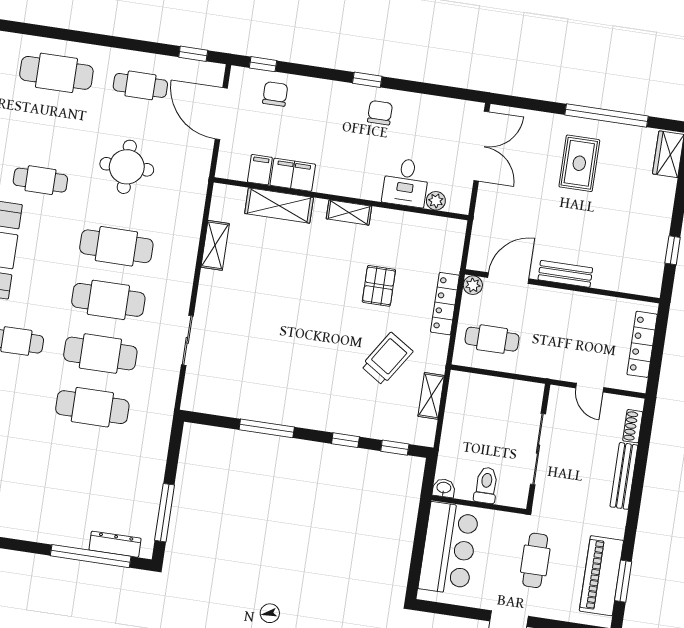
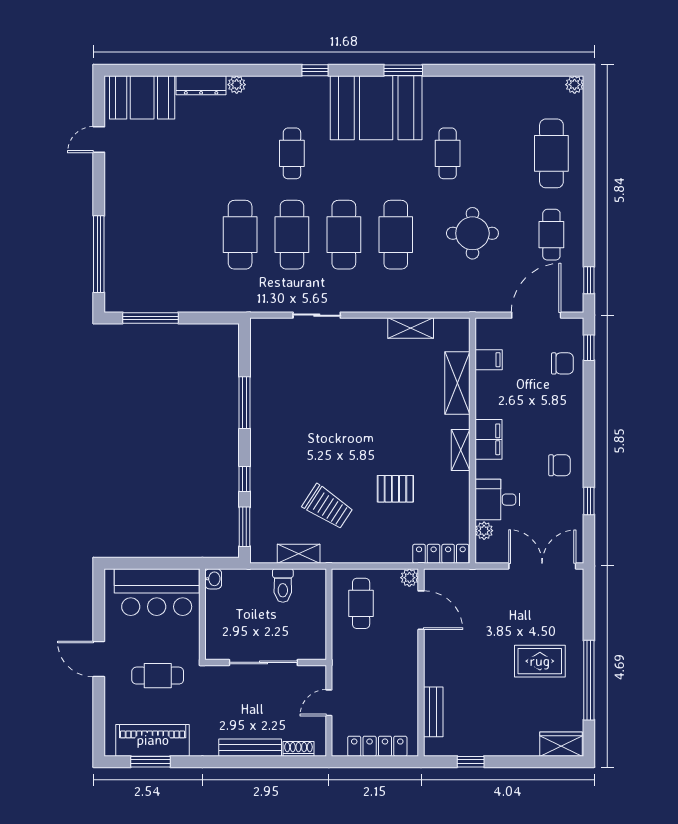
window: (367, 80) -> (589, 501), moved
double door: (481, 146) -> (542, 566), swing flipped
filing cabinet: (293, 175) -> (488, 439), moved
bench: (565, 274) -> (433, 712), moved
locker: (445, 304) -> (441, 554), moved
window: (395, 448) -> (245, 527), width x1.50
toilet: (486, 485) -> (283, 585), moved, turned 90
dresser: (115, 544) -> (114, 276), removed

